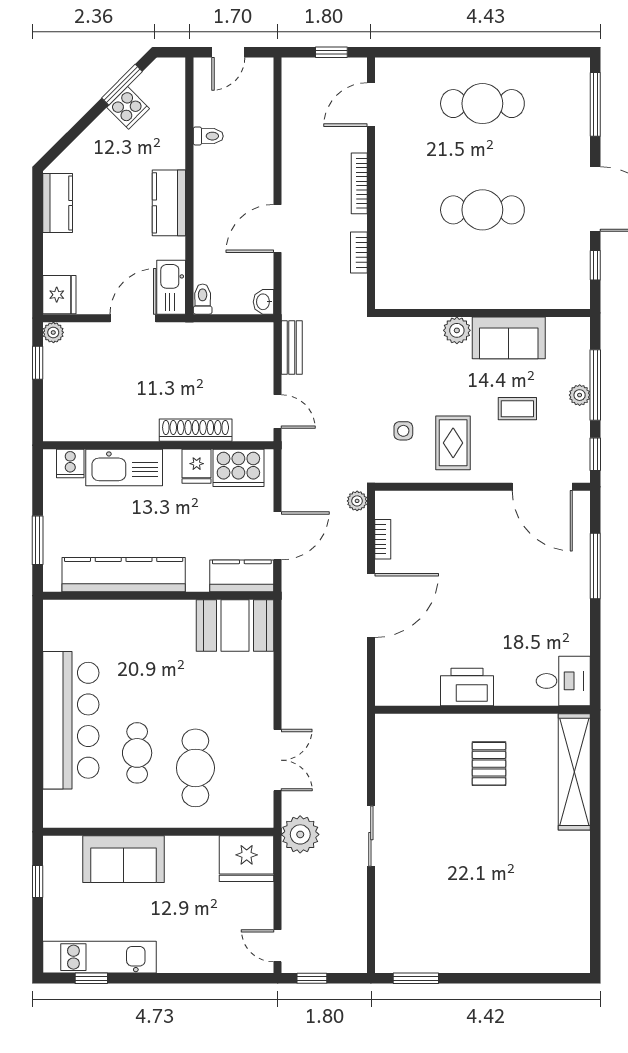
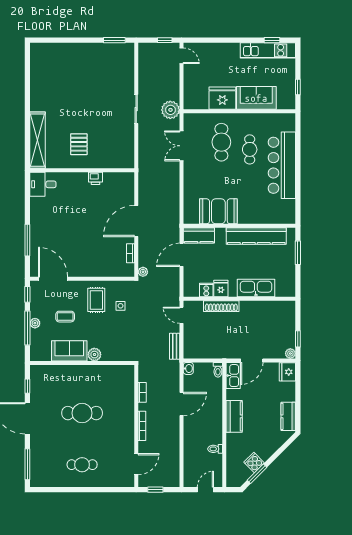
cafe table: (482, 104) -> (82, 465), width x0.73, depth x0.74
cooker: (70, 464) -> (282, 290), removed
cooker: (238, 468) -> (206, 290), width x0.53, depth x0.76
booth: (235, 626) -> (218, 211), moved
printer: (467, 687) -> (96, 178), width x0.53, depth x0.68
fridge: (247, 859) -> (222, 98), moved

